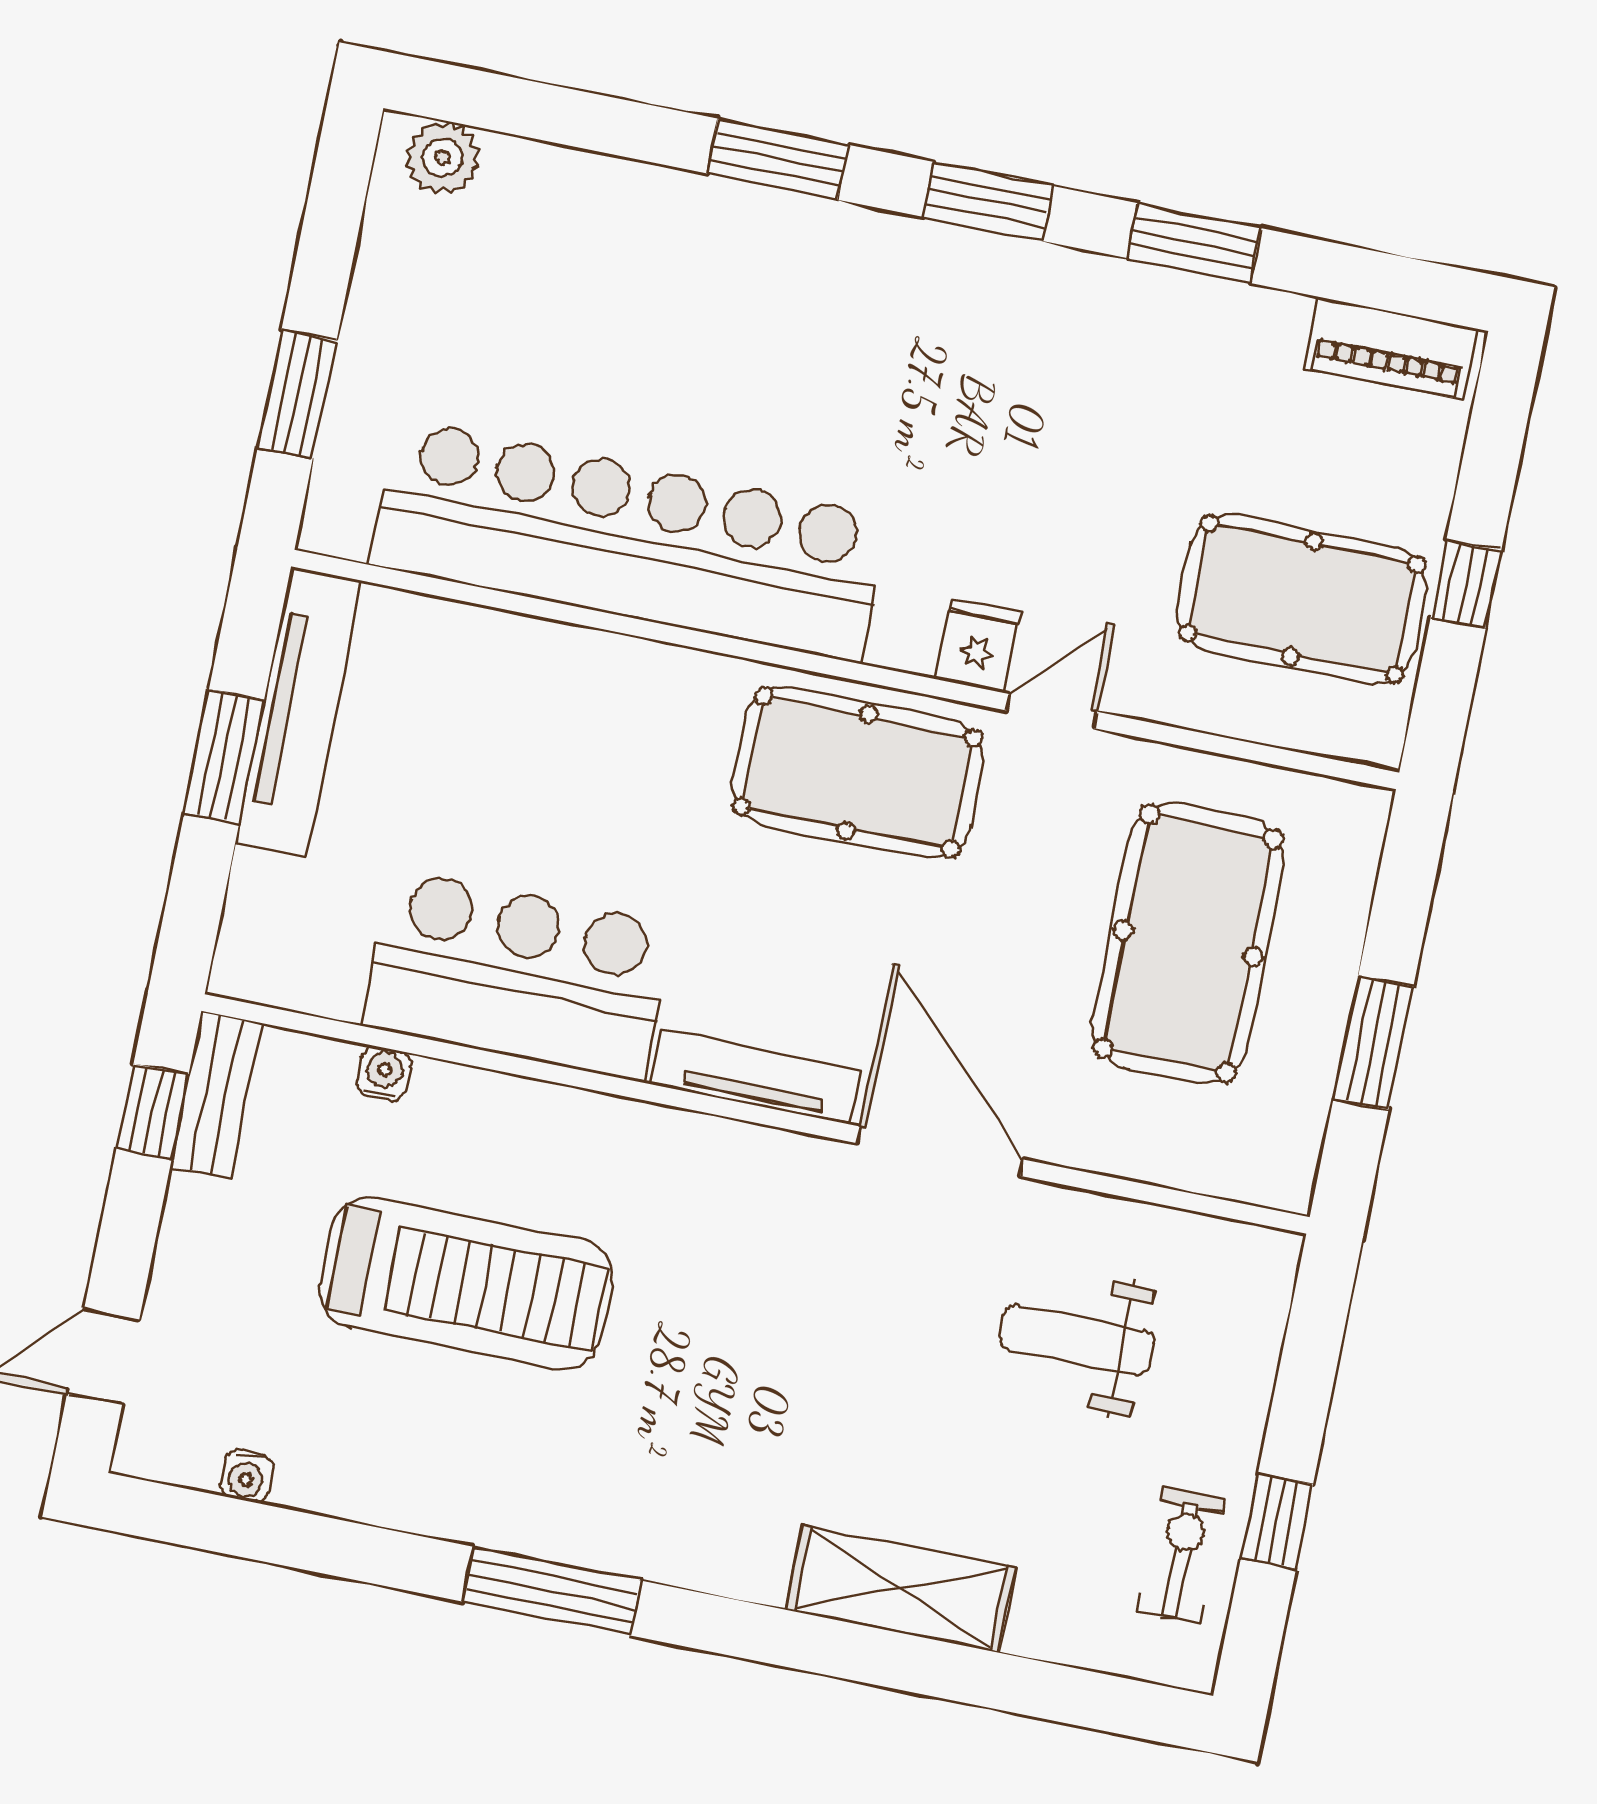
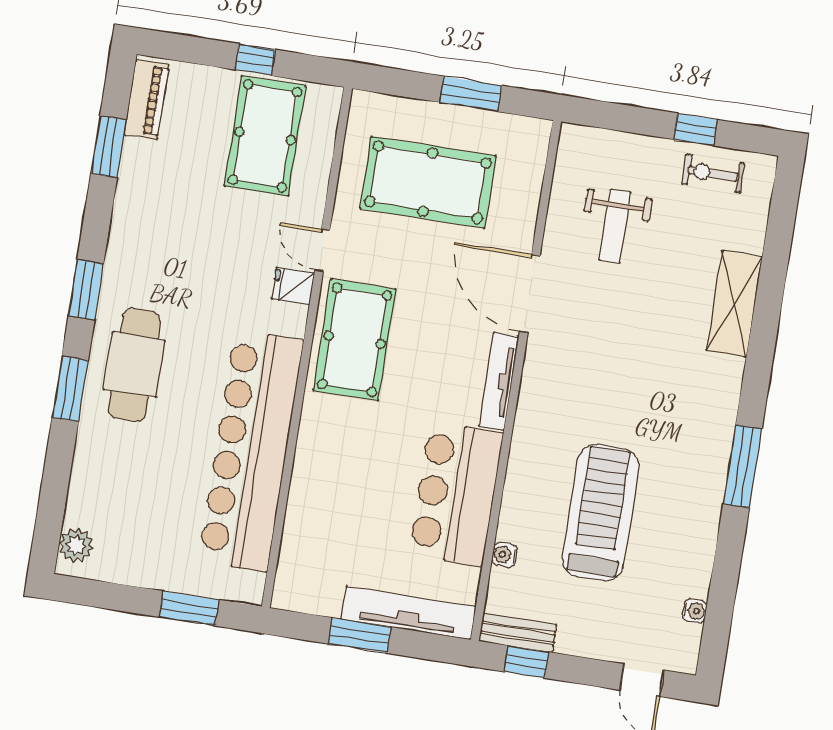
window: (1194, 243) -> (109, 147), moved
cafe table: (824, 298) -> (134, 365), added
tv unit: (298, 712) -> (408, 613), moved
door: (940, 1151) -> (530, 294), hinge flipped

